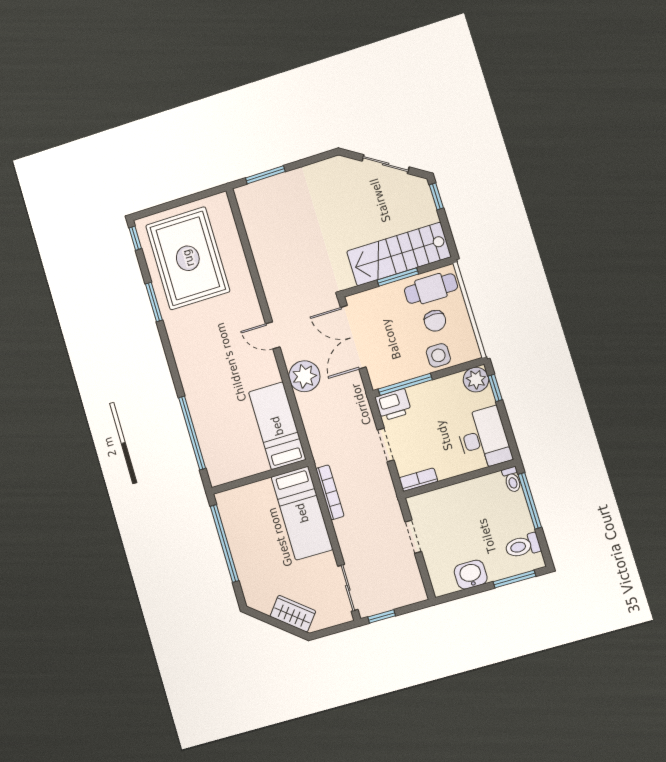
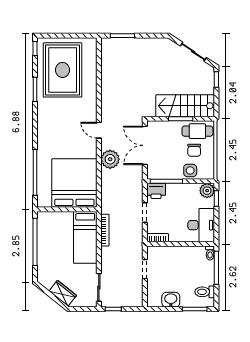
bed: (277, 426) -> (74, 183), width x2.04

